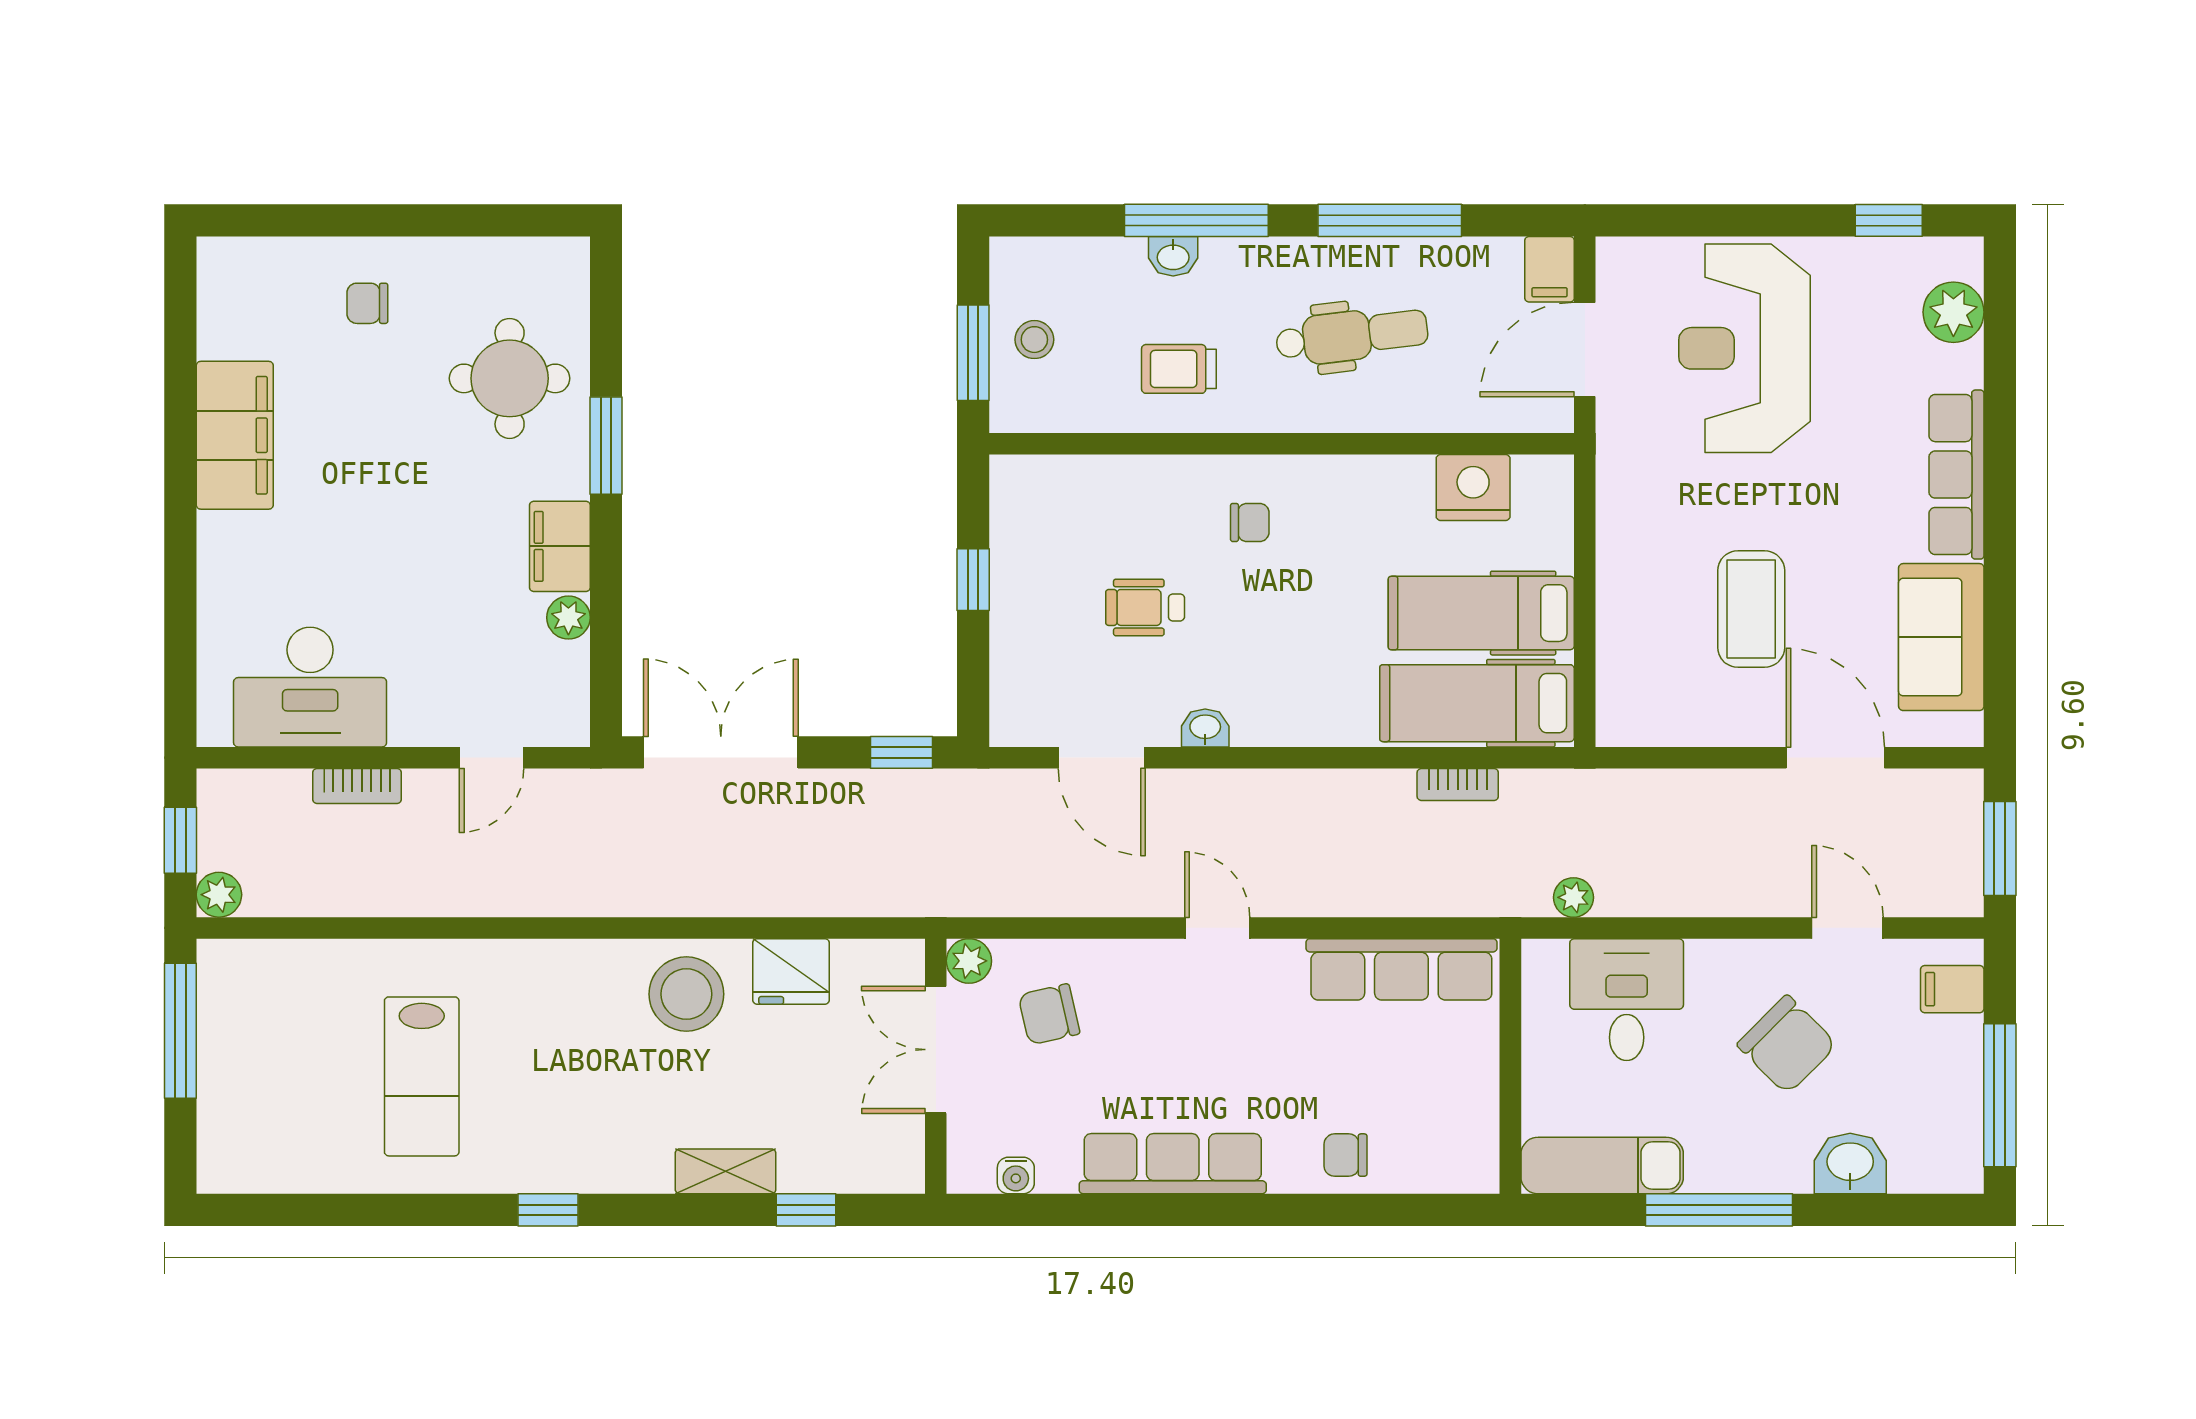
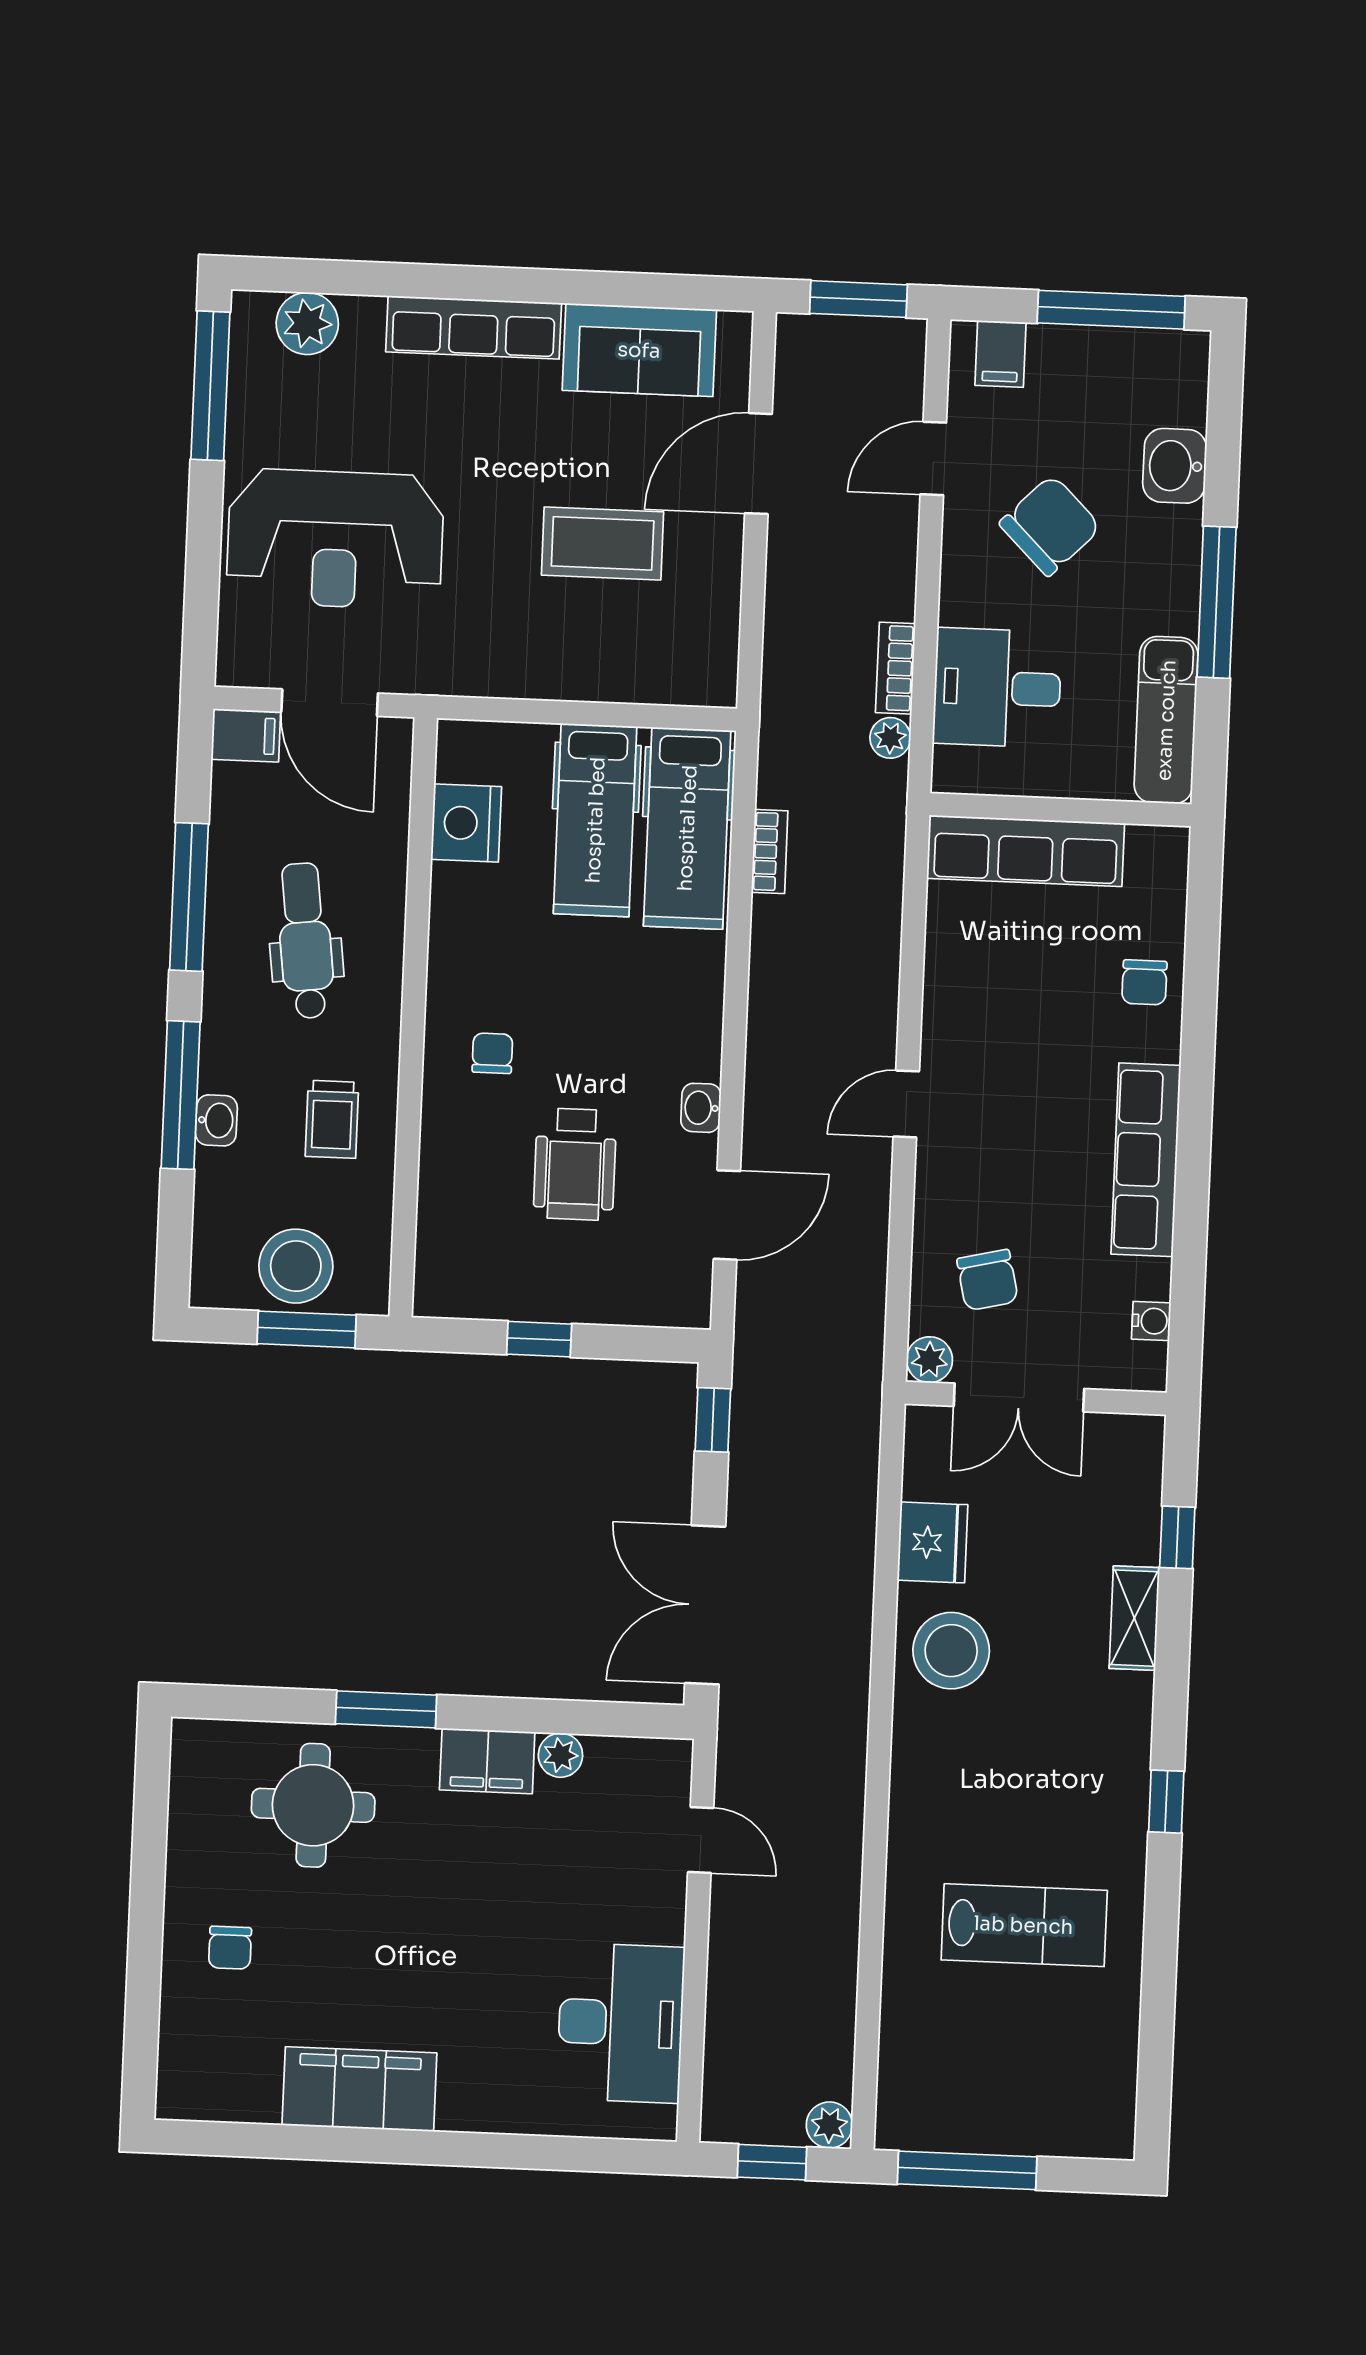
window: (1889, 220) -> (210, 386), width x2.17
stool: (1034, 340) -> (296, 1266), width x1.89, depth x1.89
wheelchair: (1145, 607) -> (575, 1164), width x1.36, depth x1.37
bookcase: (357, 786) -> (895, 668), moved, turned 180
row of seats: (1401, 969) -> (1026, 851), moved, turned 90

